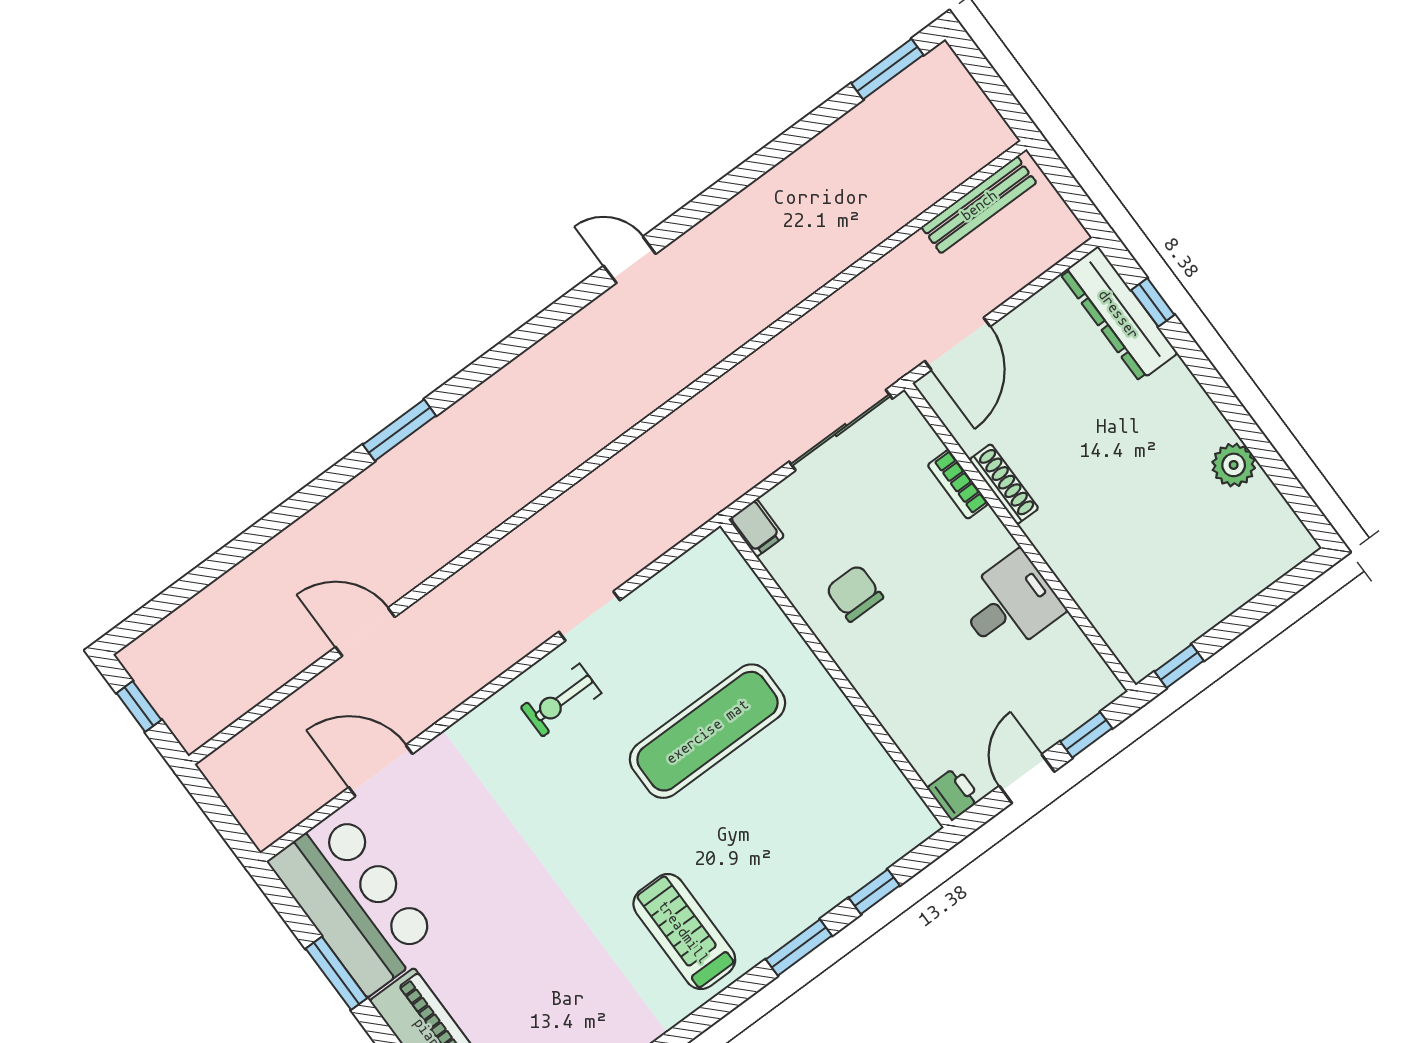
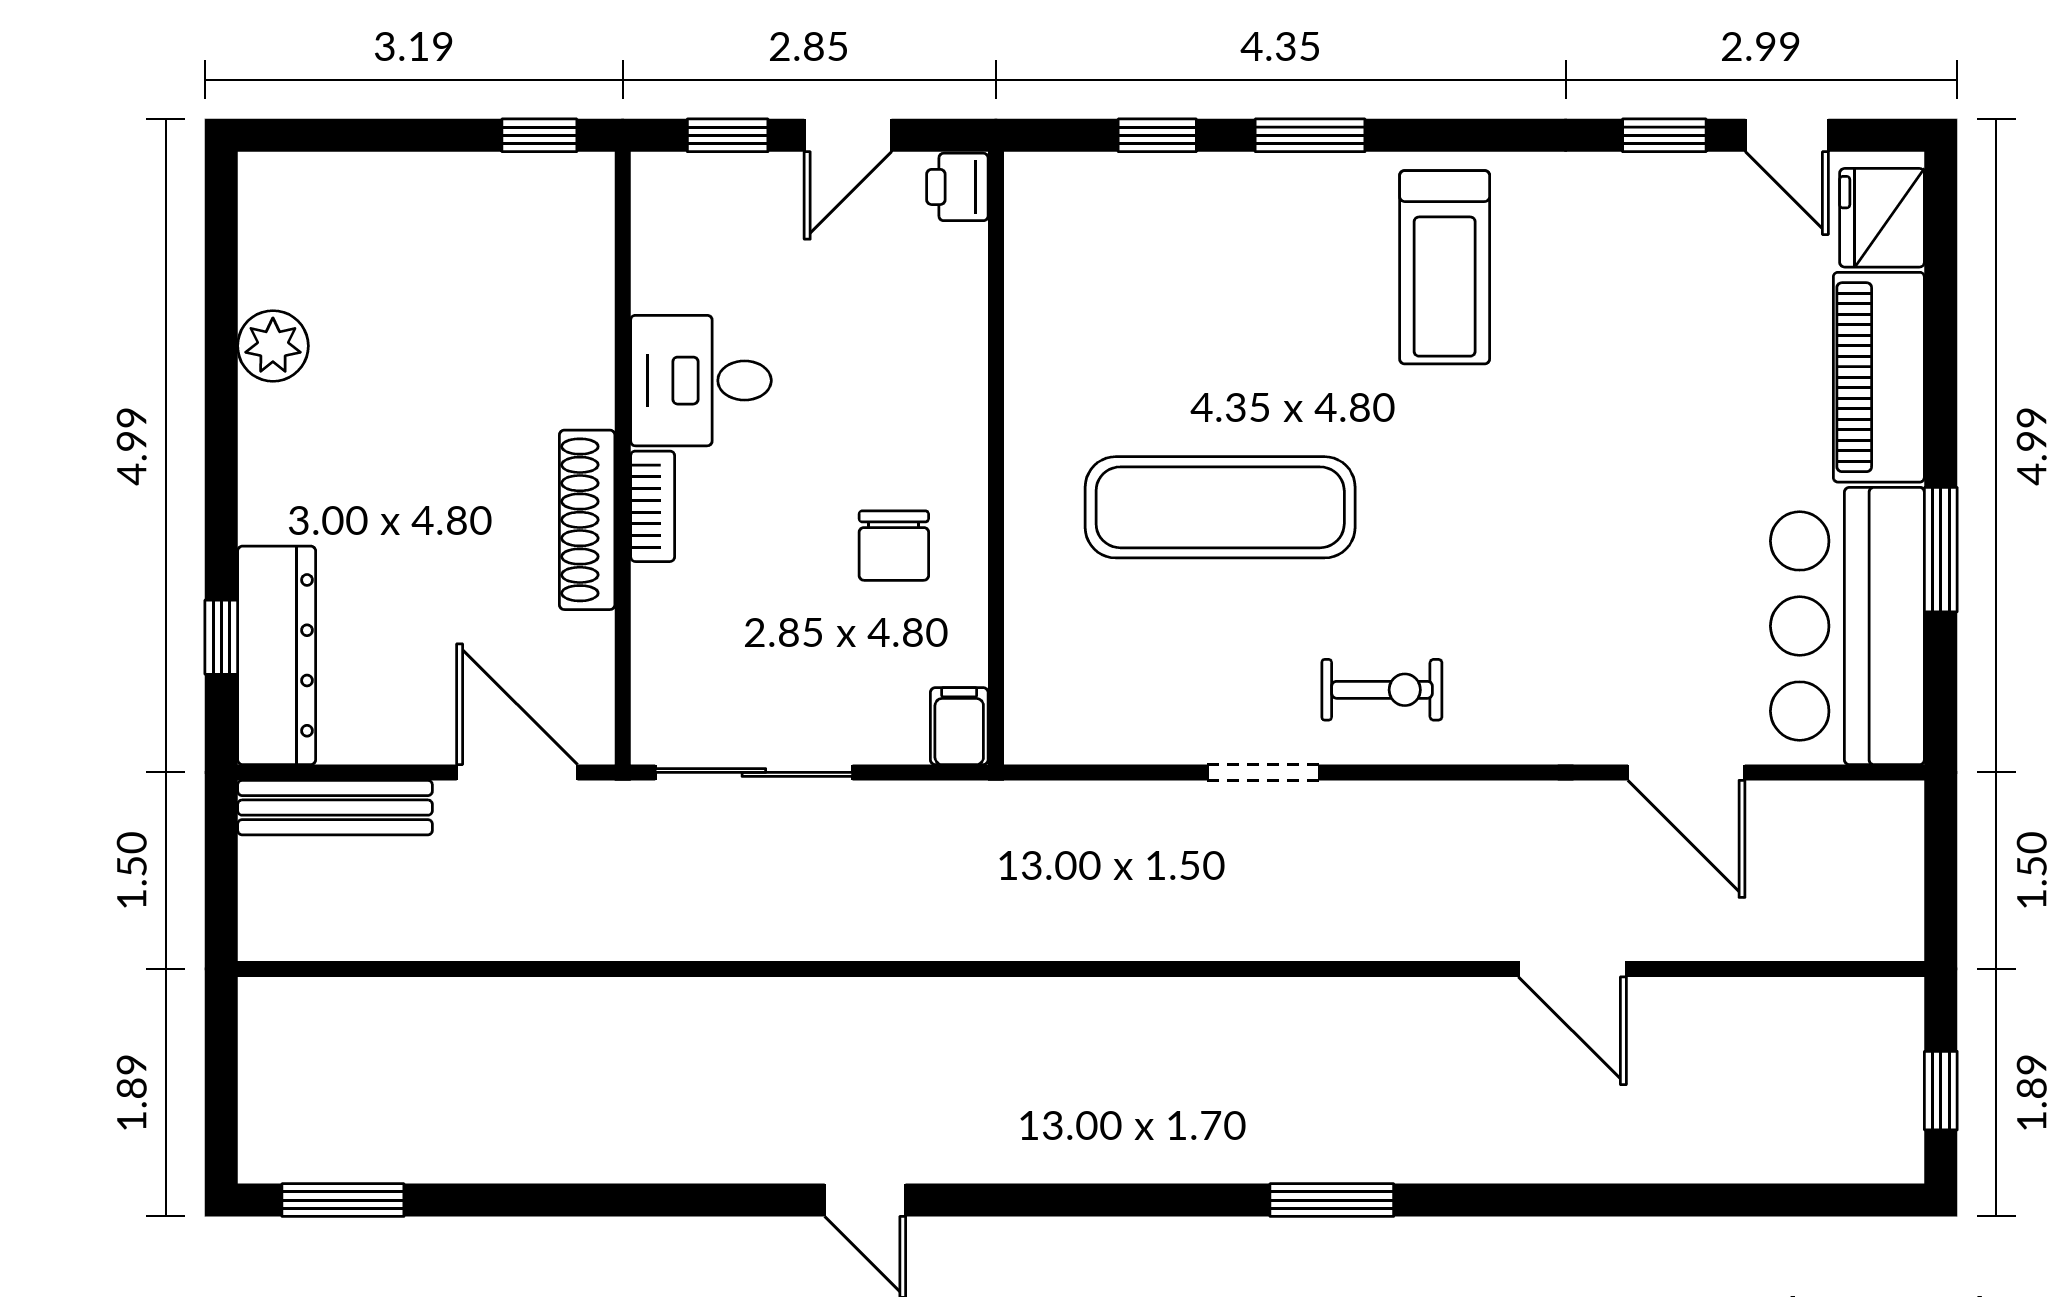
bench: (979, 205) -> (335, 808), moved
door: (957, 344) -> (517, 772), hinge flipped
bookcase: (958, 484) -> (653, 506), moved
shoe rack: (1004, 484) -> (587, 520), width x1.36, depth x1.24

